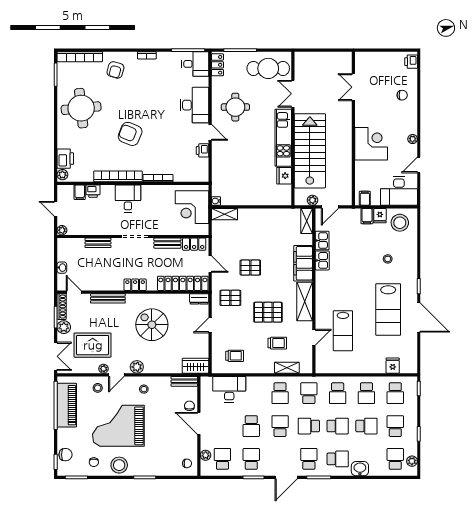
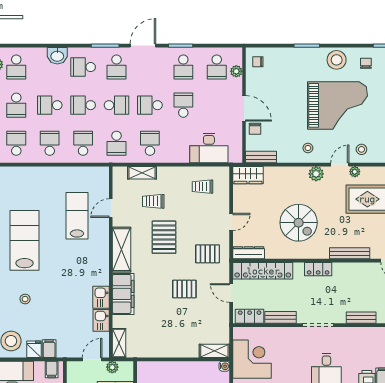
dresser: (199, 299) -> (249, 253), width x1.44
pallet: (268, 312) -> (164, 237), turned 90
fridge: (393, 366) -> (19, 175), removed
school desk: (280, 426) -> (150, 105), turned 90

